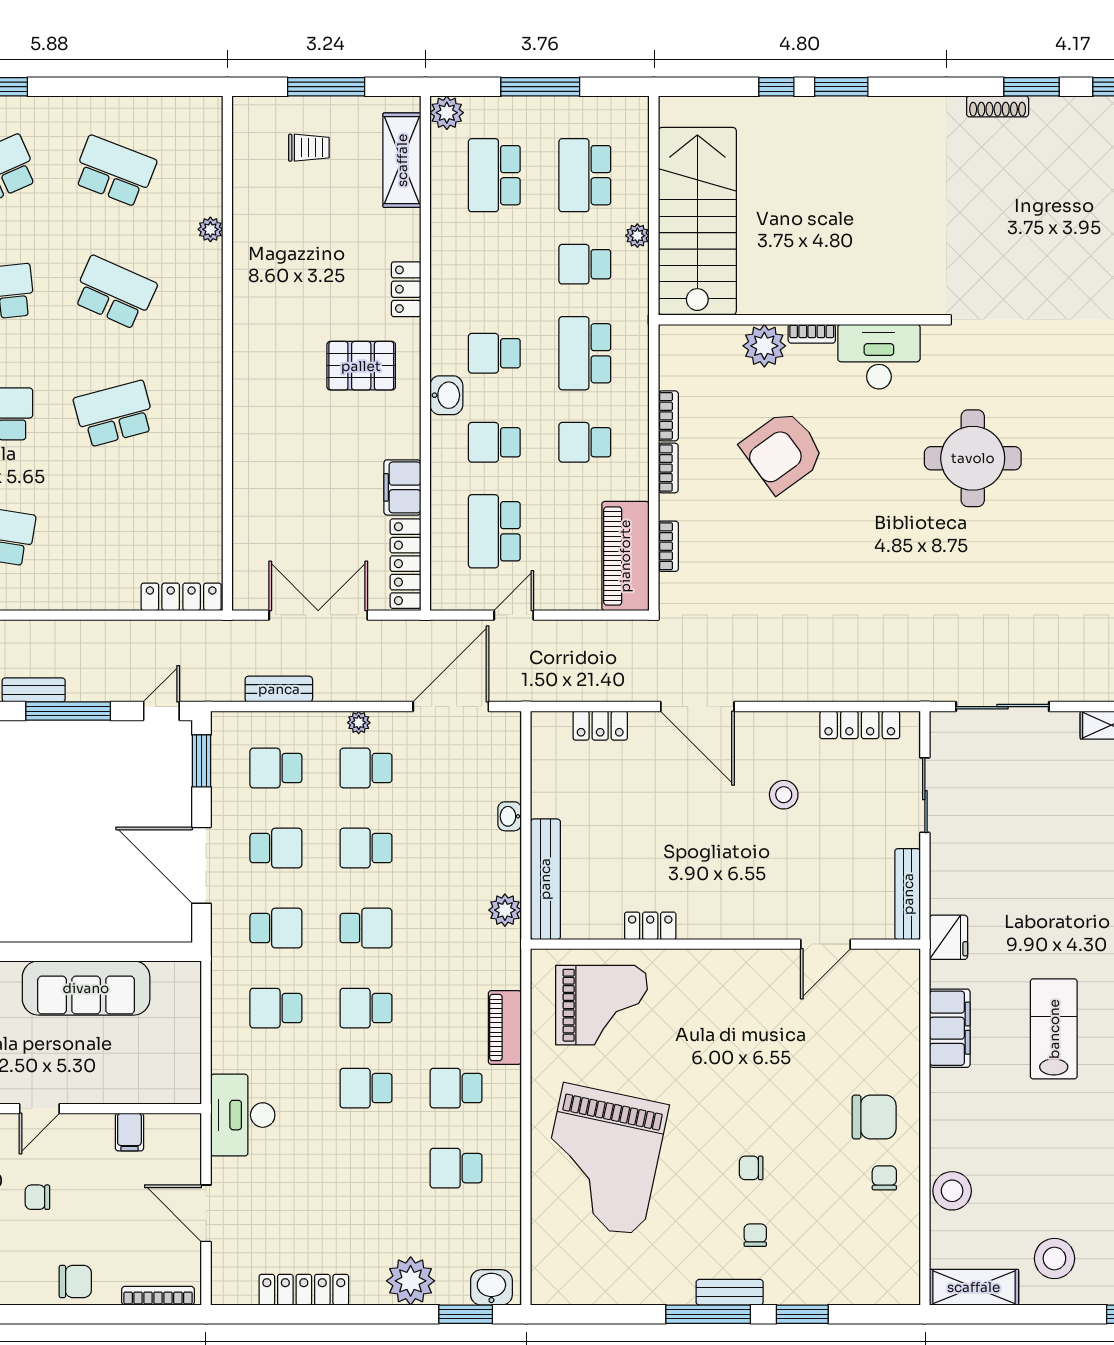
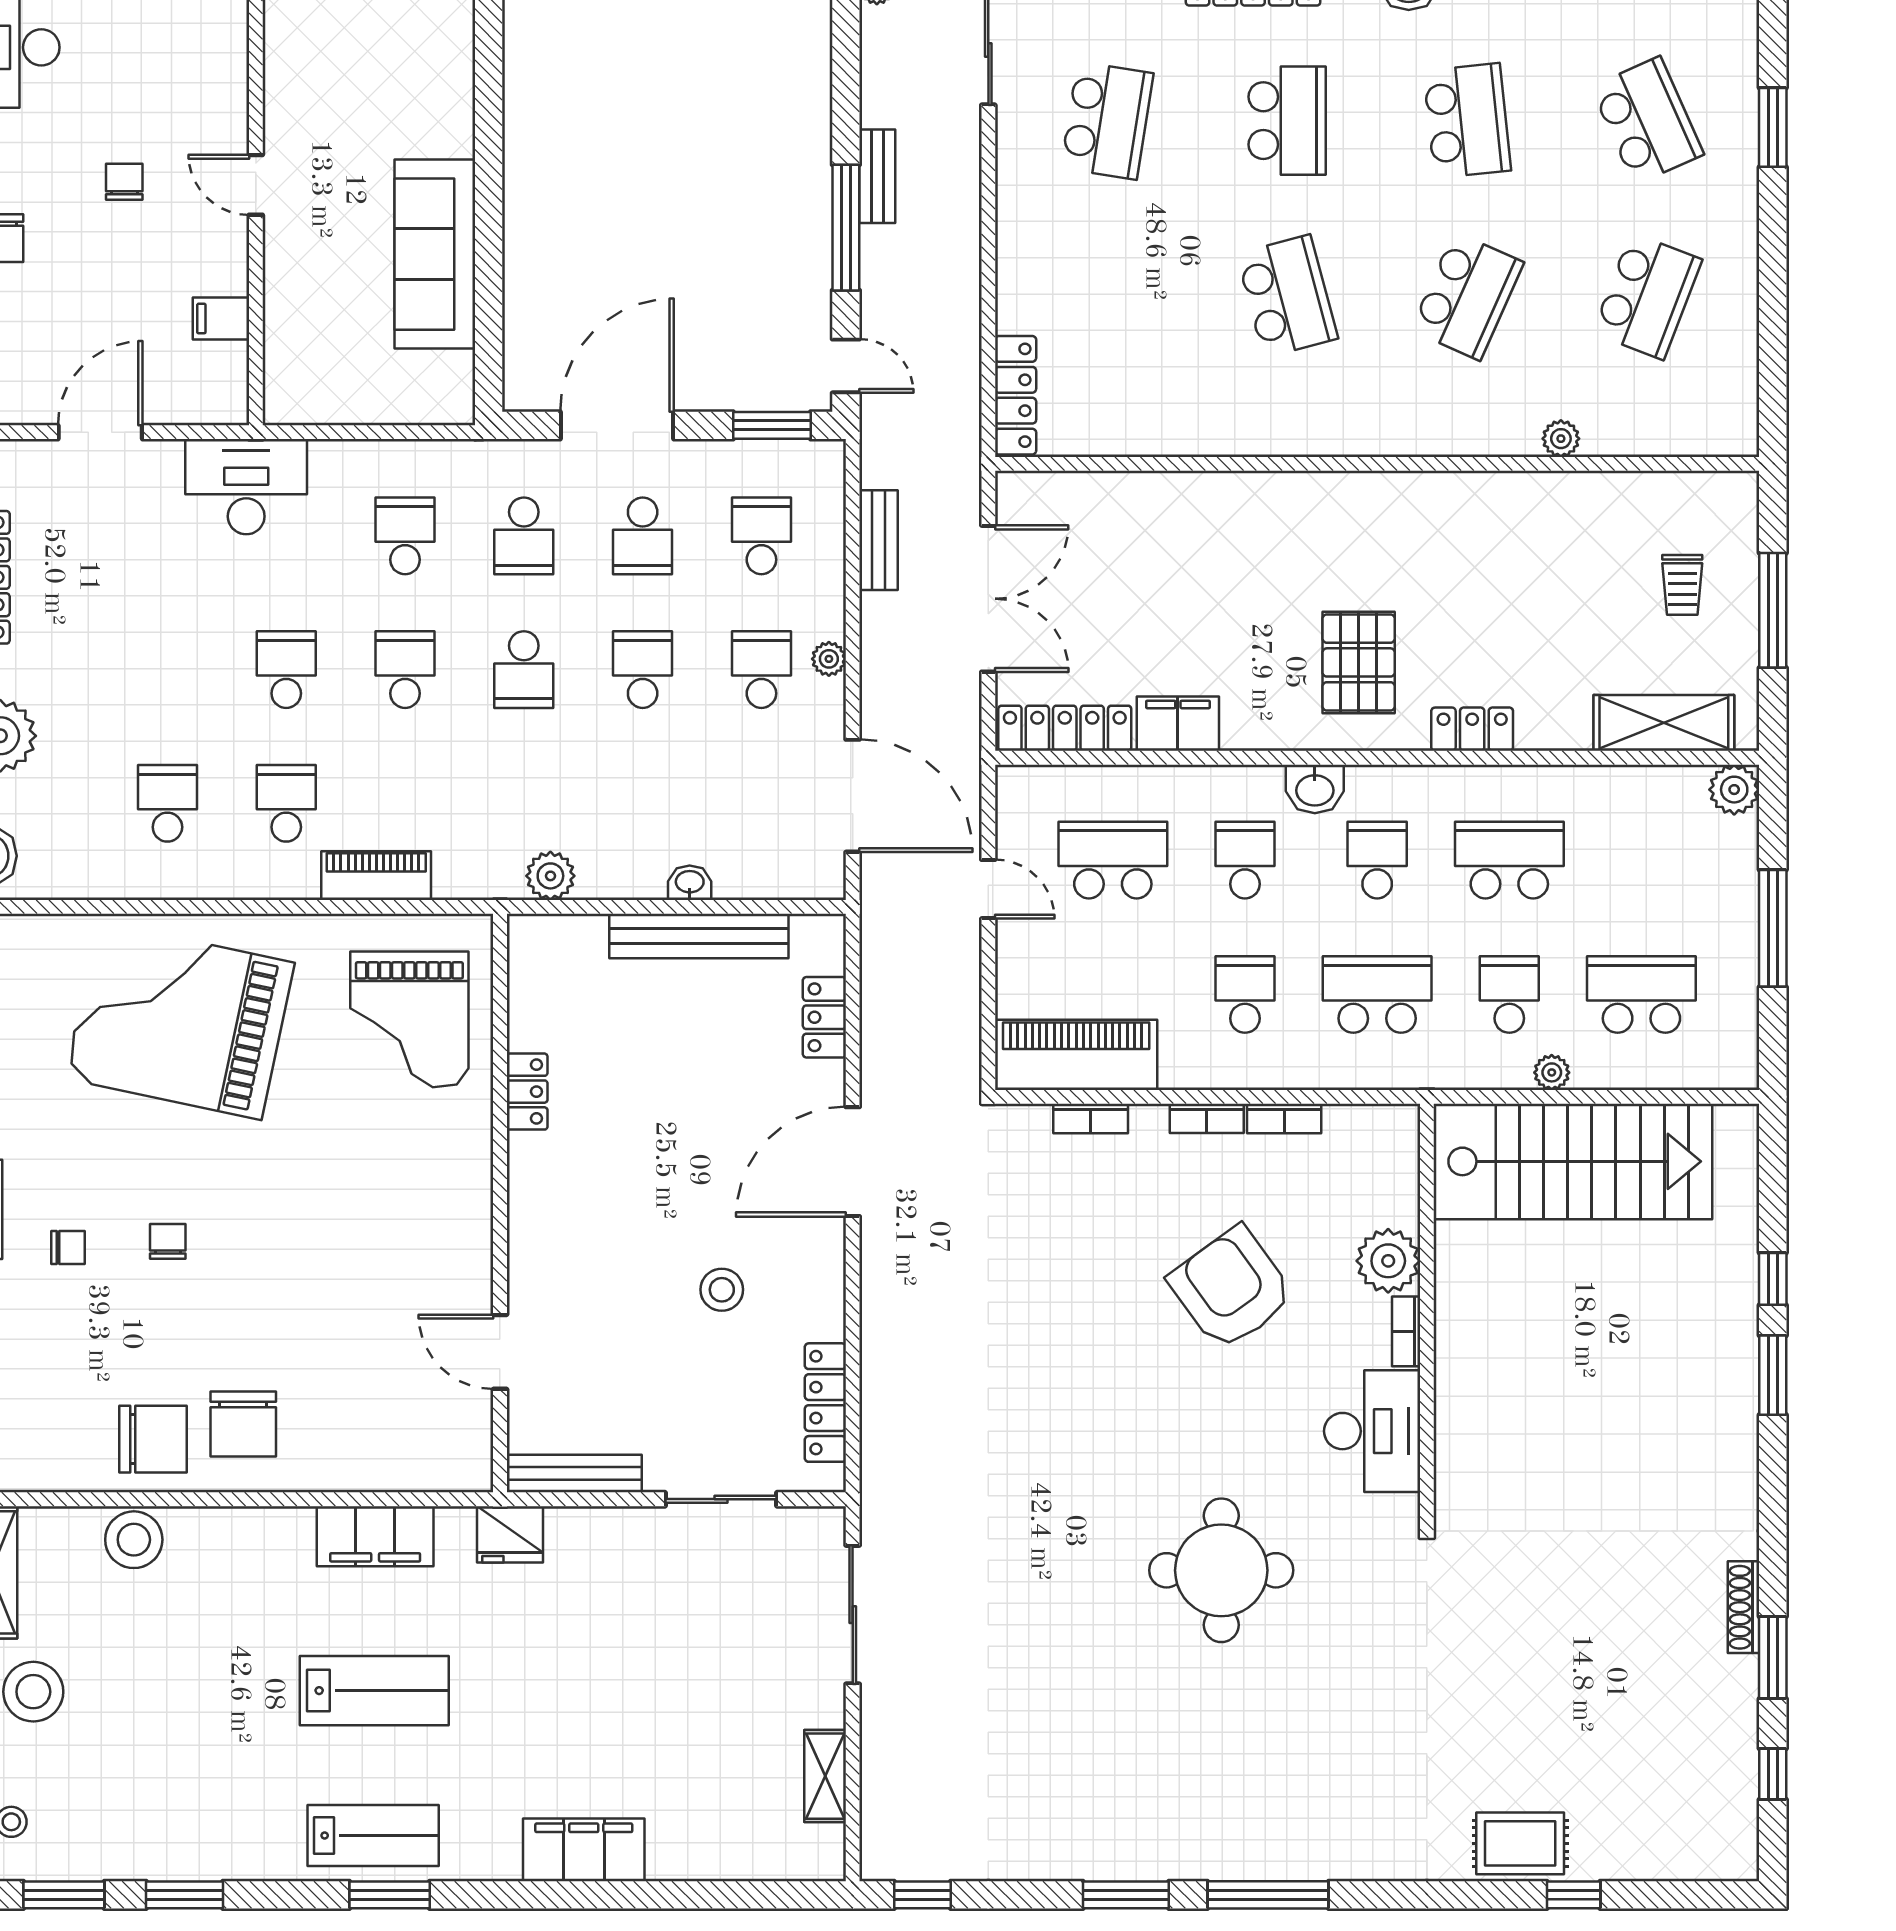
school desk: (494, 175) -> (1509, 860), moved
bench: (545, 879) -> (699, 936), moved
chair: (884, 1178) -> (153, 1439), width x1.87, depth x1.87

